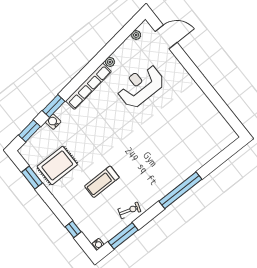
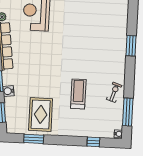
treadmill: (102, 182) -> (78, 94), turned 180
window: (180, 190) -> (131, 46), width x0.47

